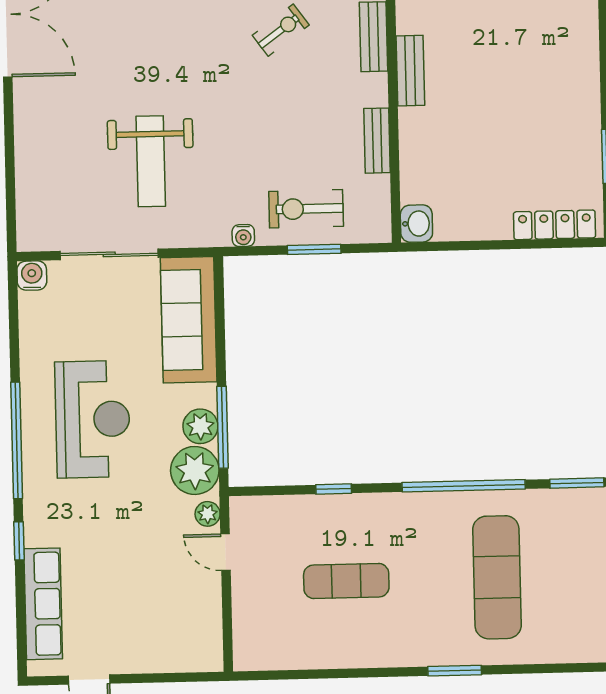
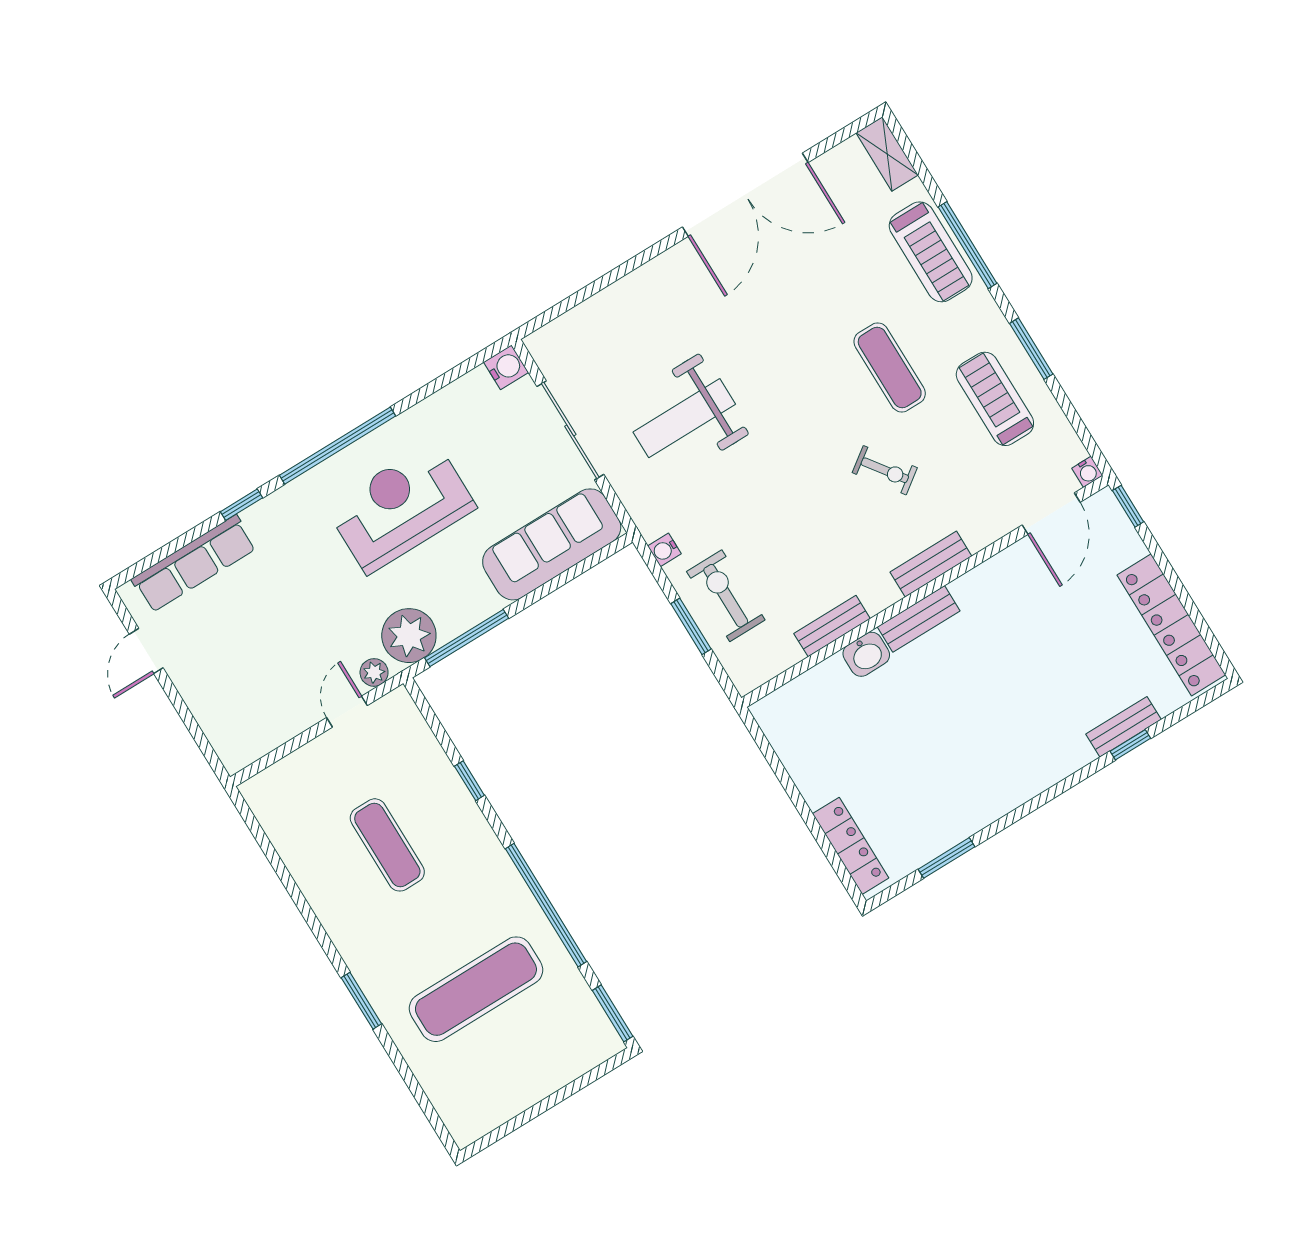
washbasin: (416, 224) -> (866, 654), moved
reception desk: (93, 419) -> (401, 507), turned 180
plant: (200, 426) -> (455, 616), removed

